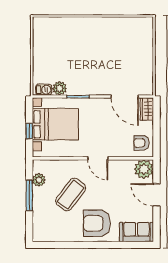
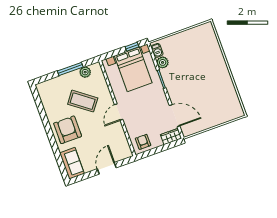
door: (125, 97) -> (175, 116), swing flipped
window: (29, 131) -> (132, 47), moved
plant: (144, 169) -> (123, 151), removed

